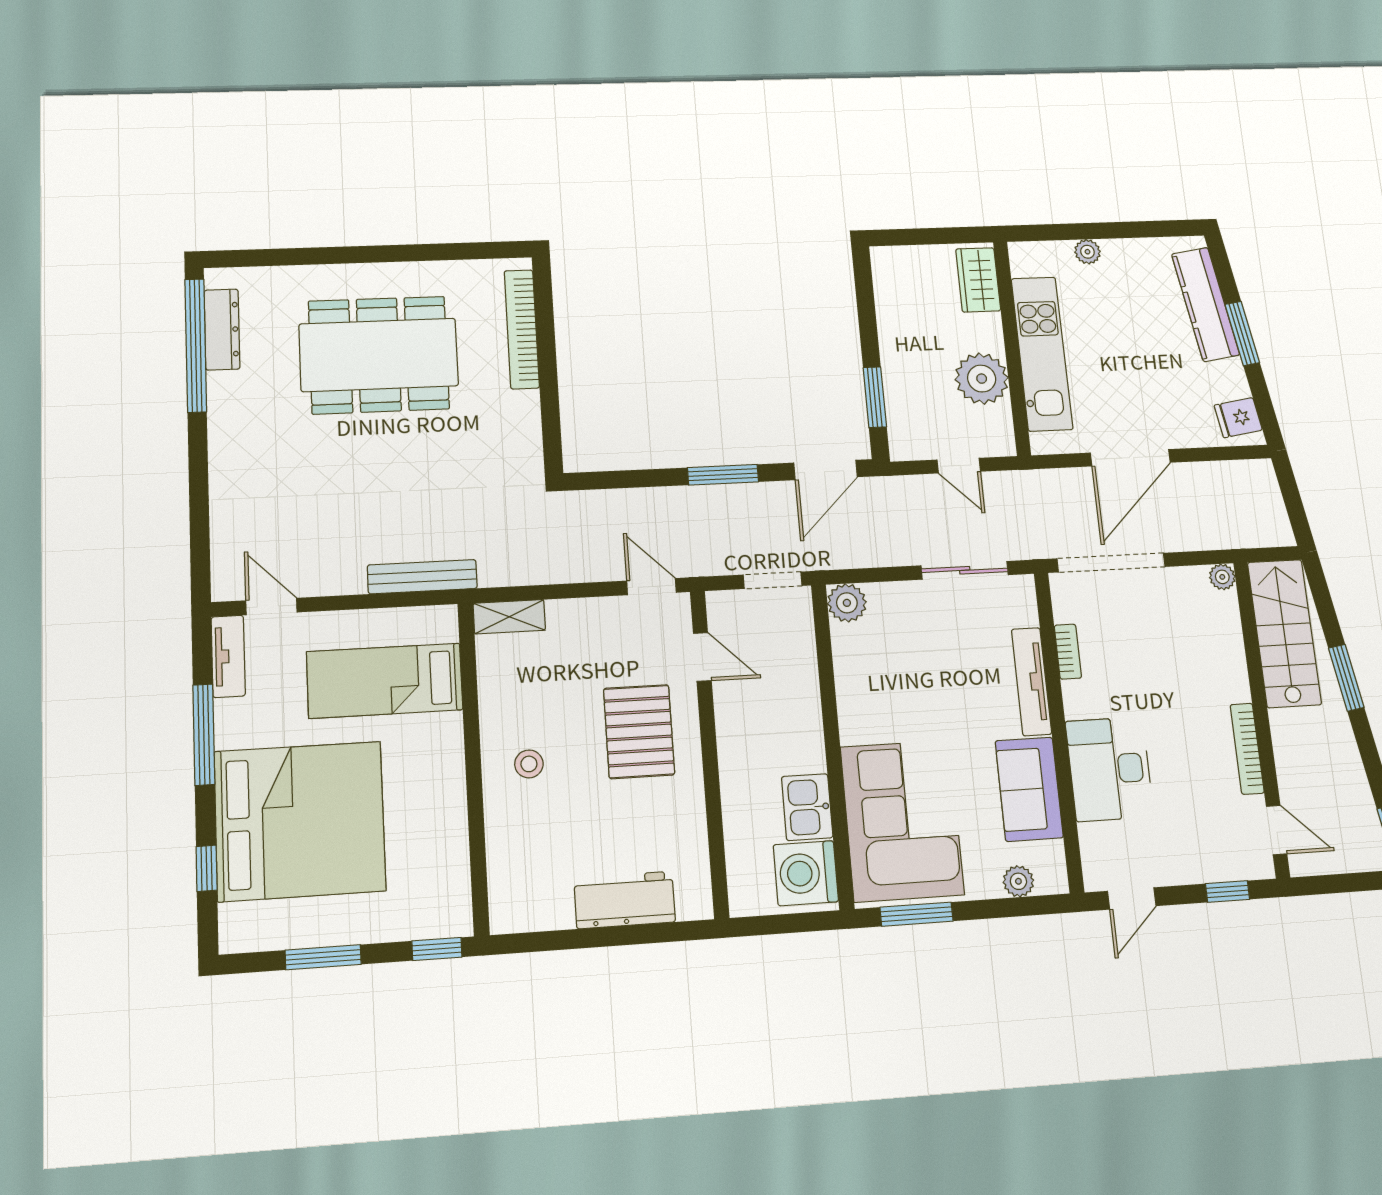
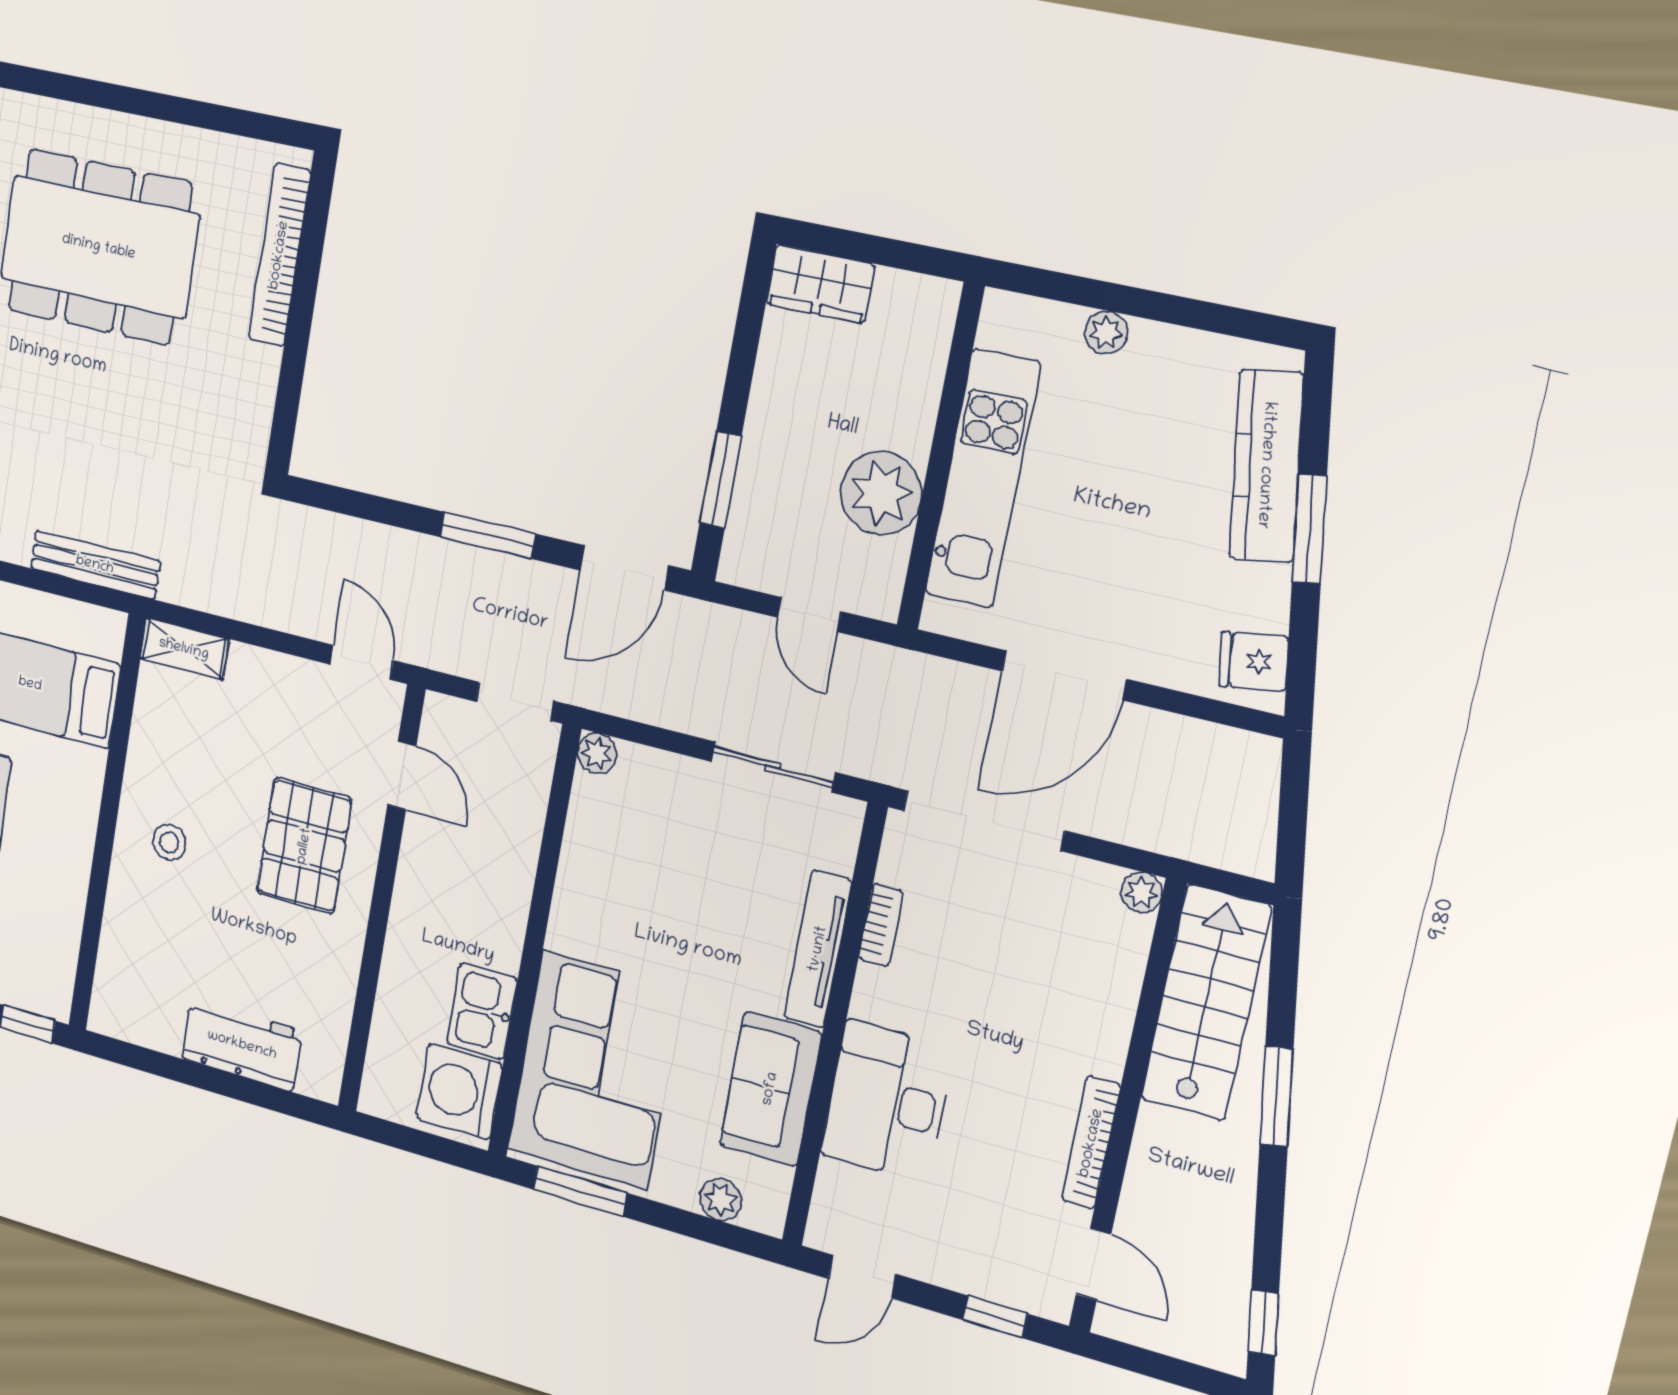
wardrobe: (978, 280) -> (820, 284), moved, turned -90
plant: (847, 603) -> (597, 753), width x0.73, depth x0.73

